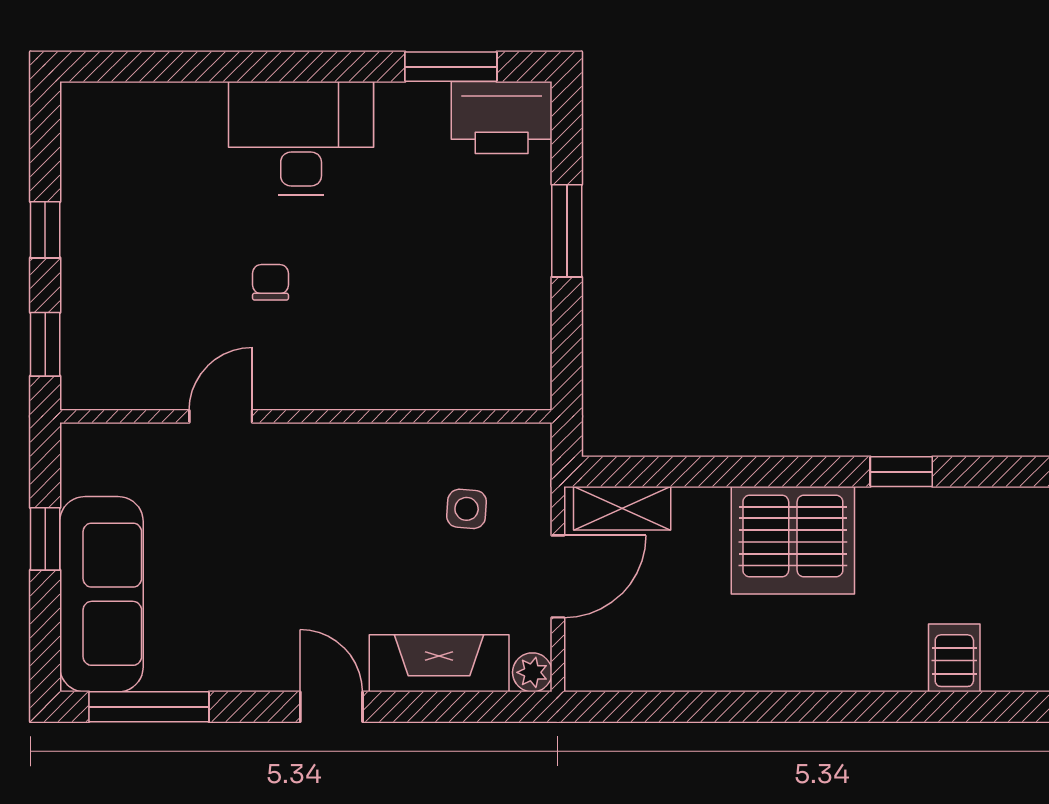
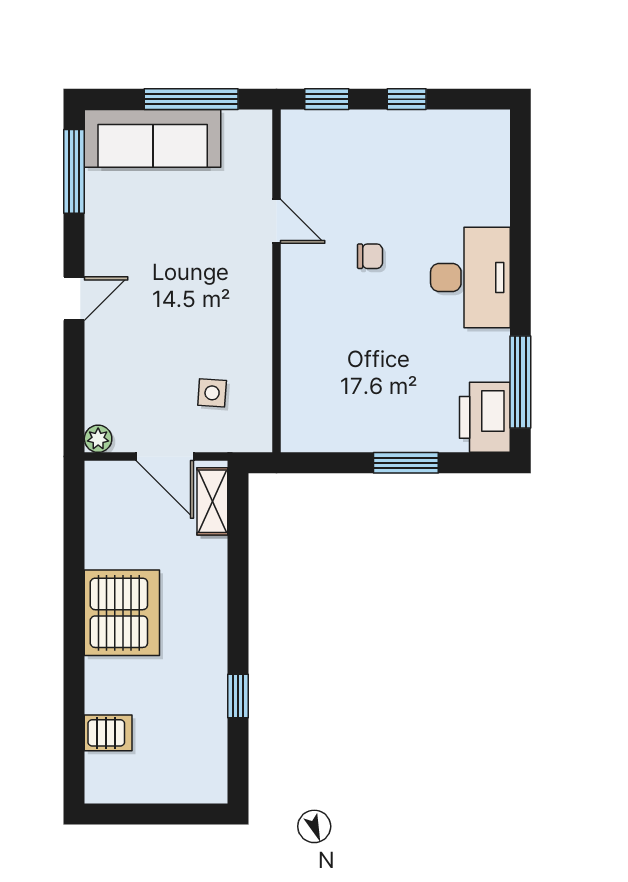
window: (451, 67) -> (520, 382), width x1.44
window: (45, 539) -> (191, 99), width x2.17
server rack: (793, 540) -> (122, 613), moved, turned 180
fireplace: (439, 663) -> (104, 374), removed

